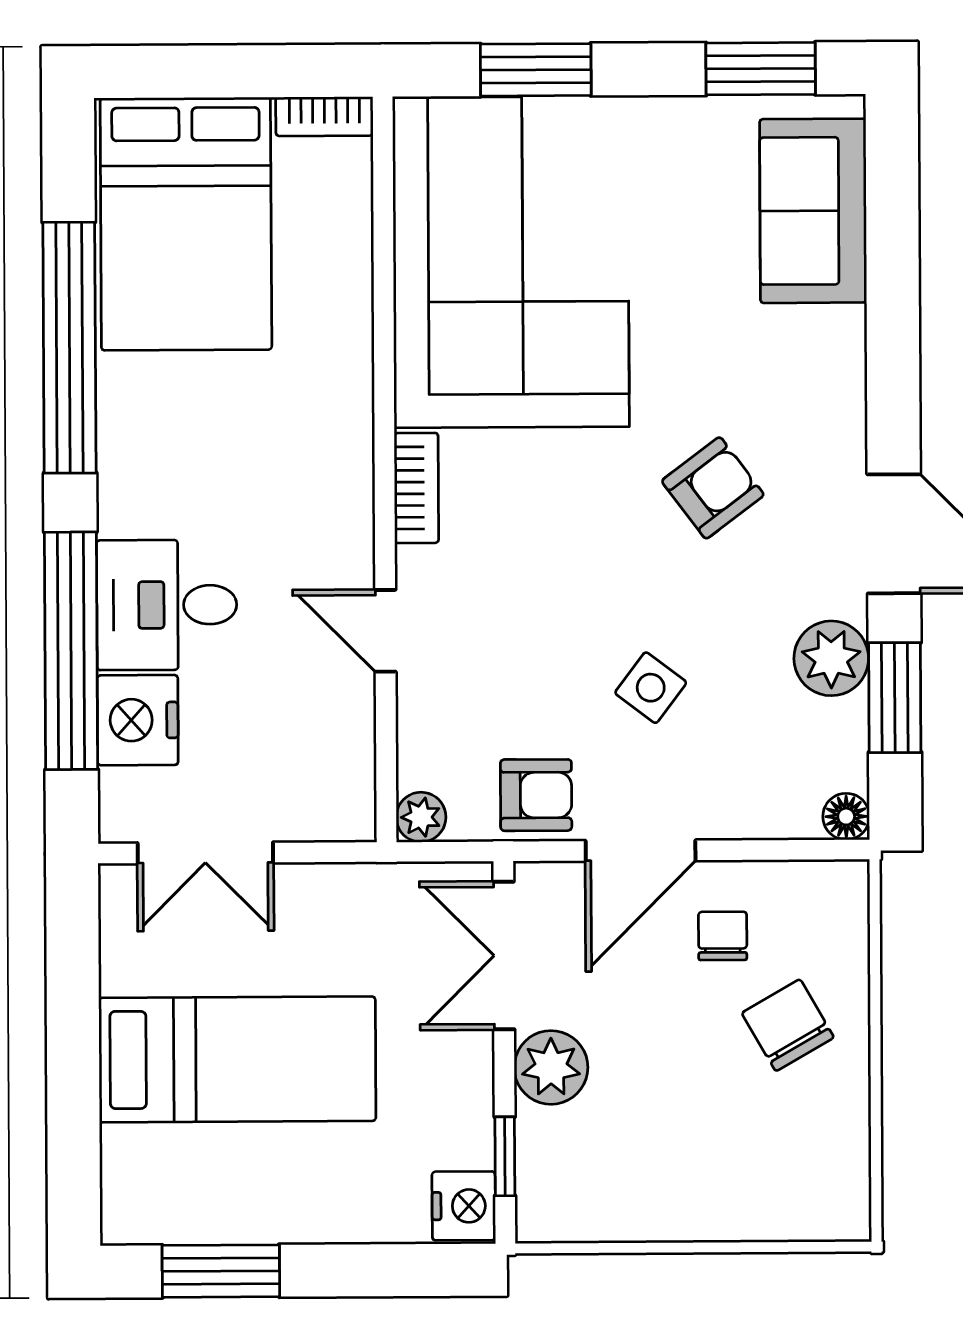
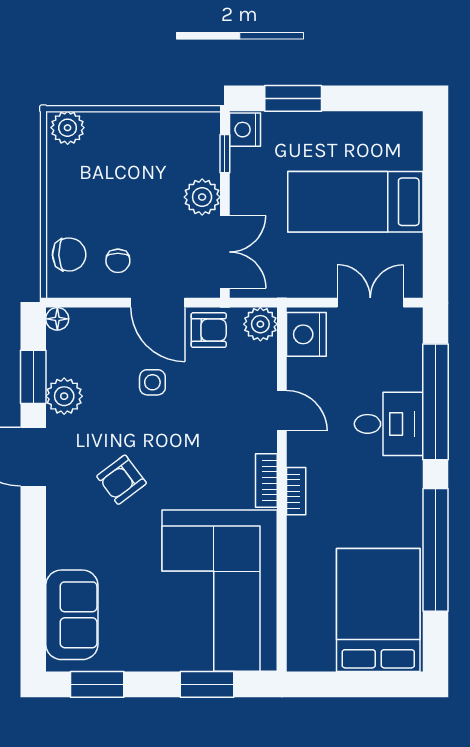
bookcase: (324, 116) -> (296, 491), moved, turned 90
side table: (651, 688) -> (152, 382), turned -37
nightstand: (138, 720) -> (306, 334), moved, turned 180
armchair: (536, 795) -> (209, 330), turned 180
plant: (421, 817) -> (260, 324), width x1.38, depth x1.38
door: (641, 851) -> (158, 303), swing flipped
chair: (788, 1025) -> (69, 254), moved, turned -62
plant: (827, 1208) -> (68, 128), added
window: (221, 1271) -> (293, 98), moved

